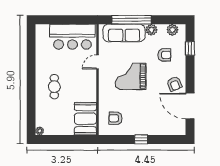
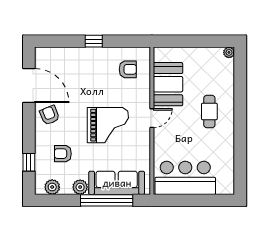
door: (97, 62) -> (152, 118), moved
booth: (85, 119) -> (168, 84), moved

